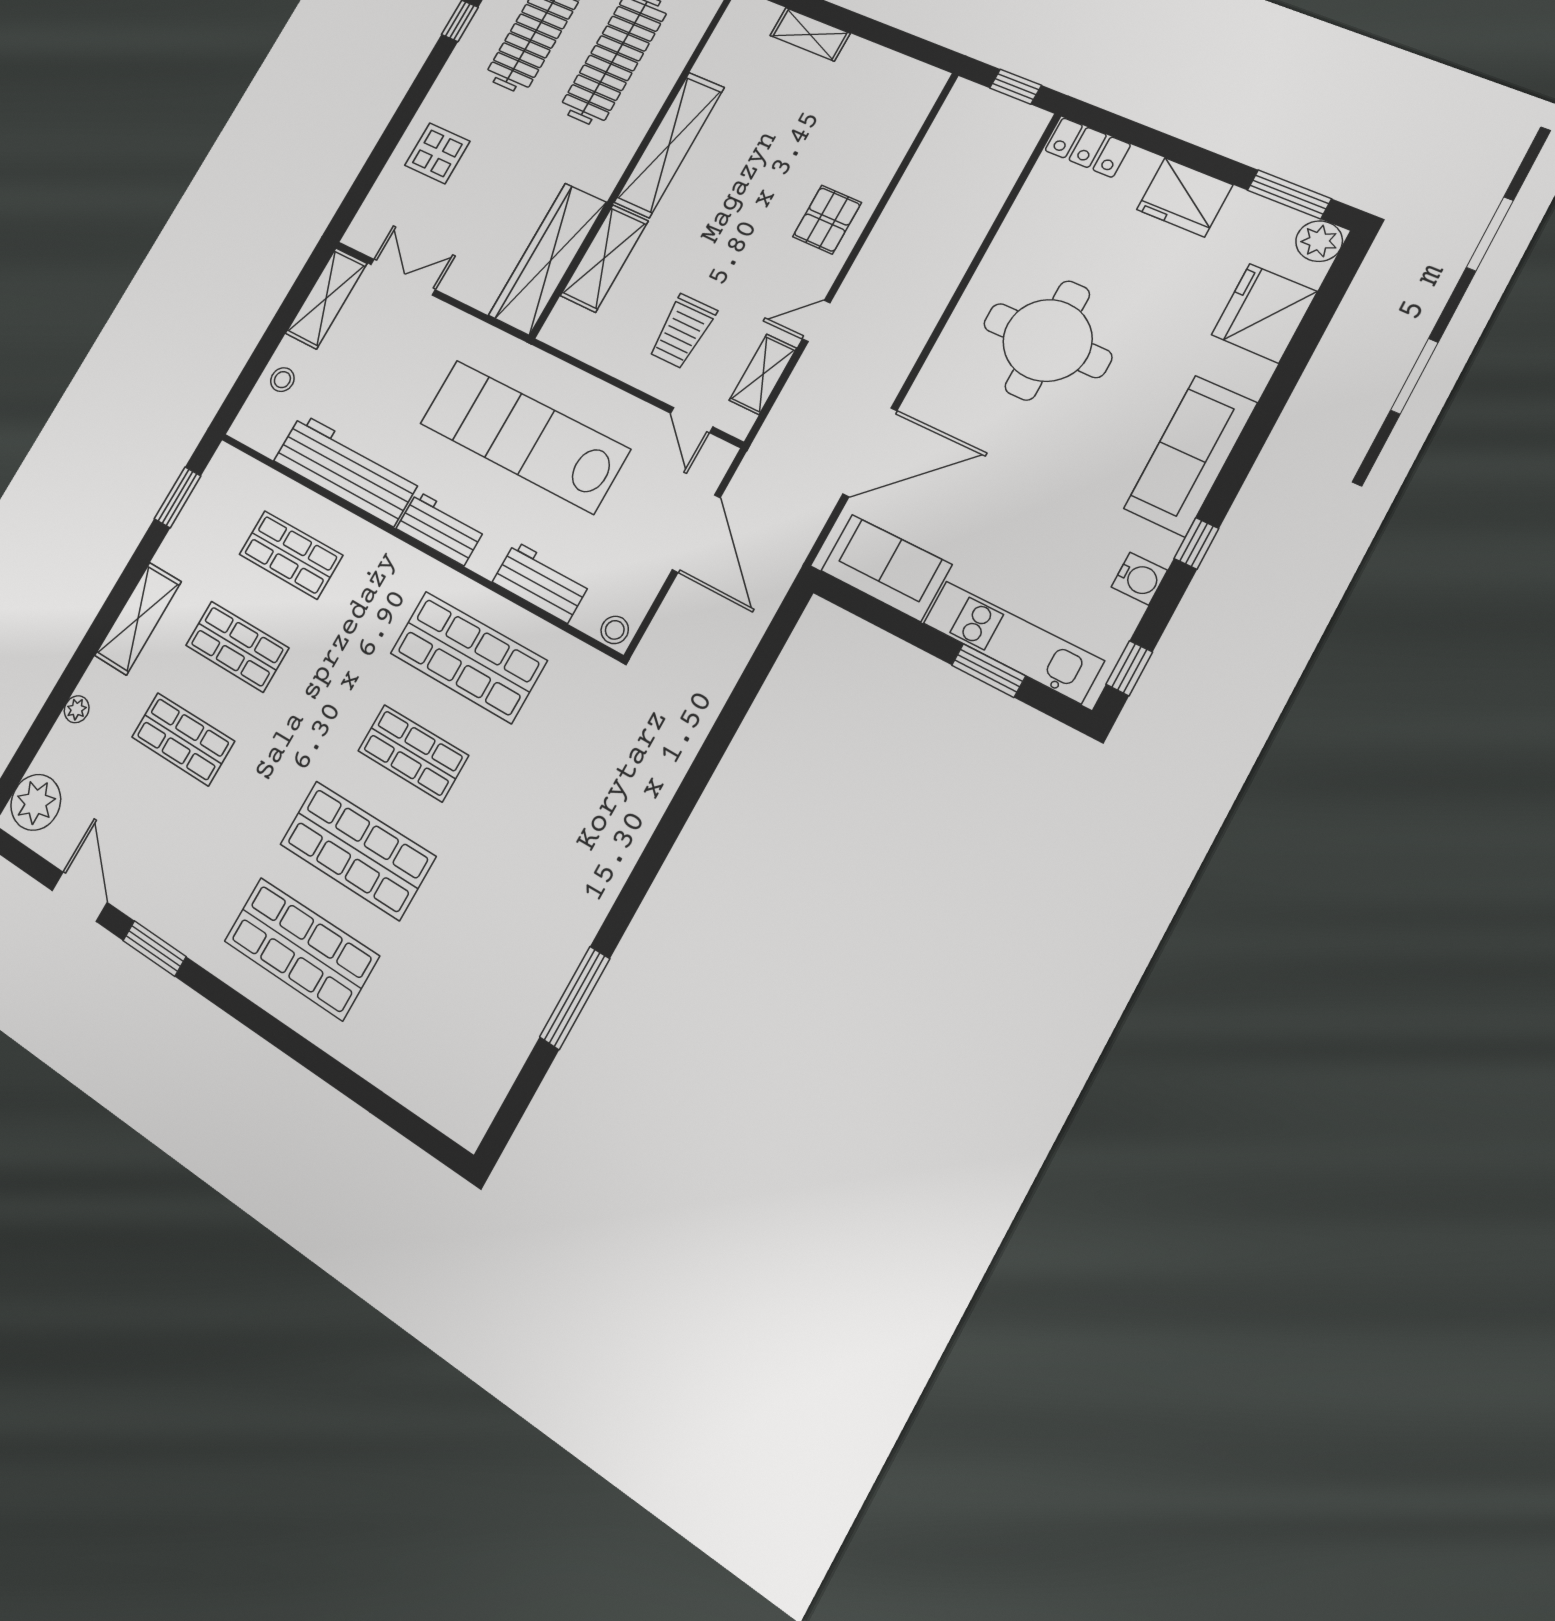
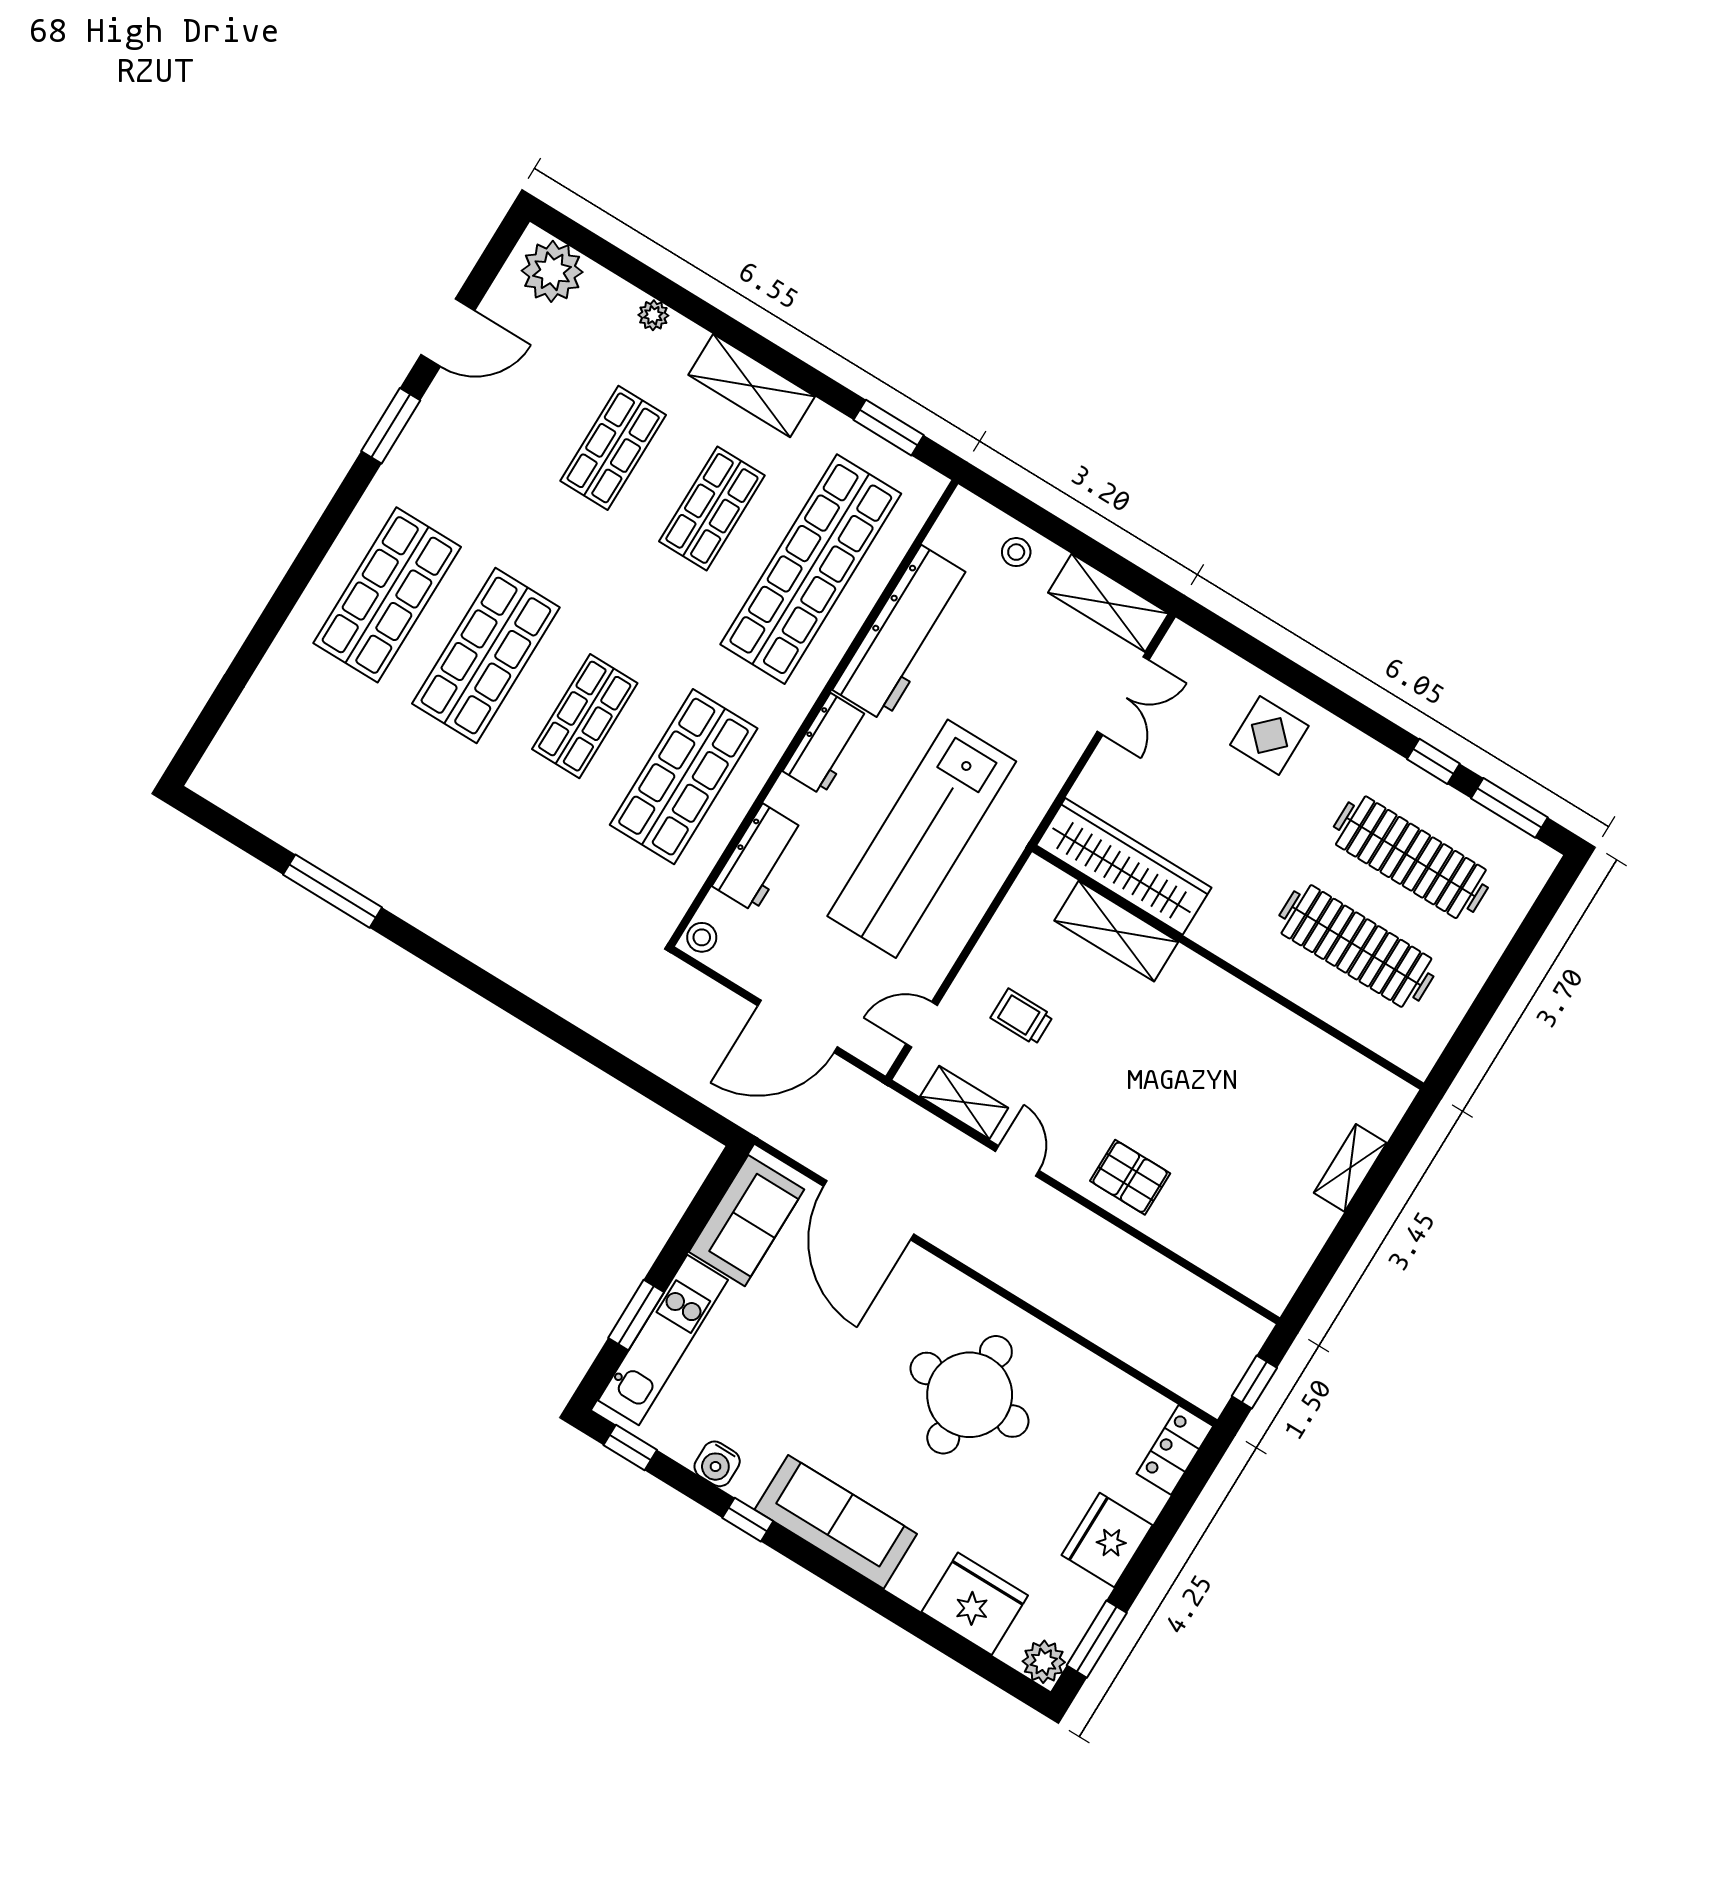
shelving: (669, 145) -> (1241, 1007), removed
trolley: (682, 331) -> (1022, 1017), width x0.73, depth x0.72
lab bench: (524, 436) -> (922, 839), turned 180
shop shelf: (291, 555) -> (811, 569), width x2.00, depth x1.36

